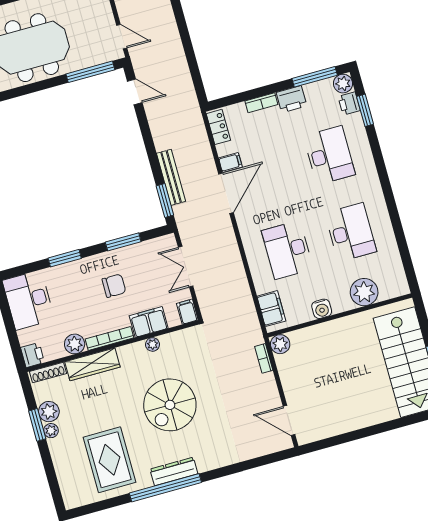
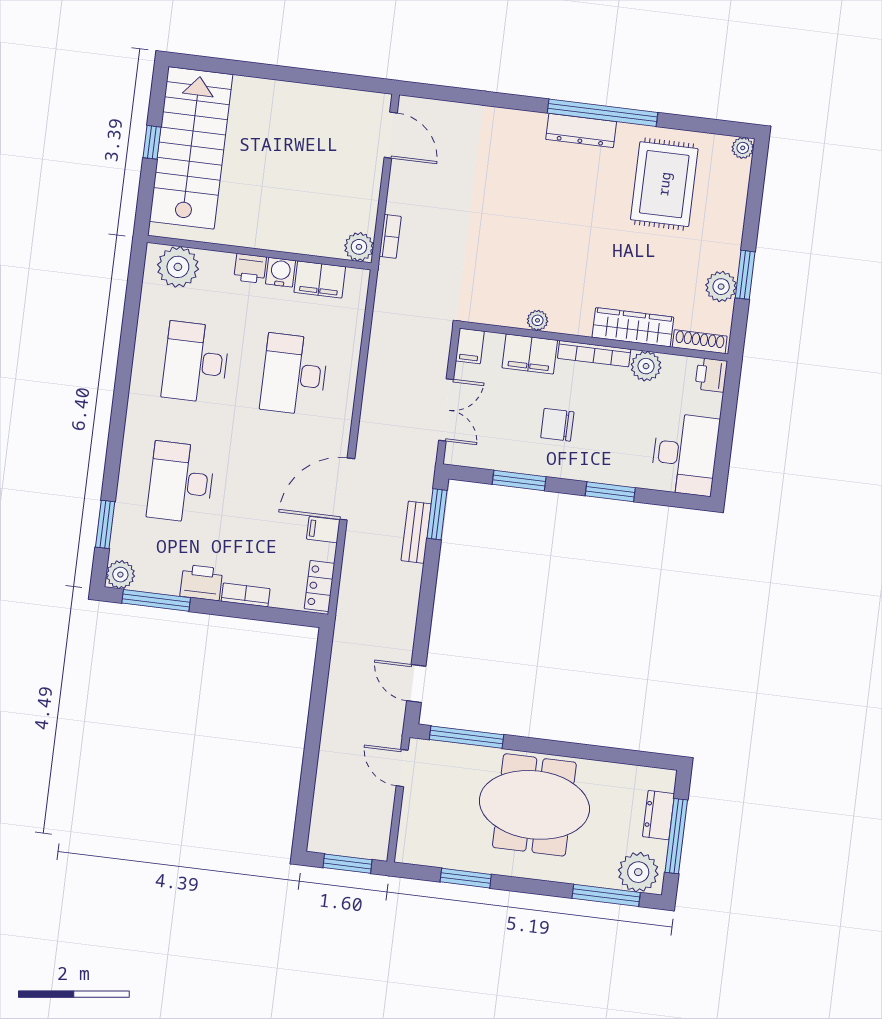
printer: (349, 103) -> (250, 268), moved, turned 90
bench: (171, 177) -> (416, 532), width x0.73
desk: (287, 250) -> (294, 374), turned 180
plant: (364, 292) -> (178, 267), moved
filing cabinet: (271, 309) -> (320, 280), moved, turned -90
spiral stairs: (170, 405) -> (548, 226), removed
plant: (51, 431) -> (743, 148), moved

